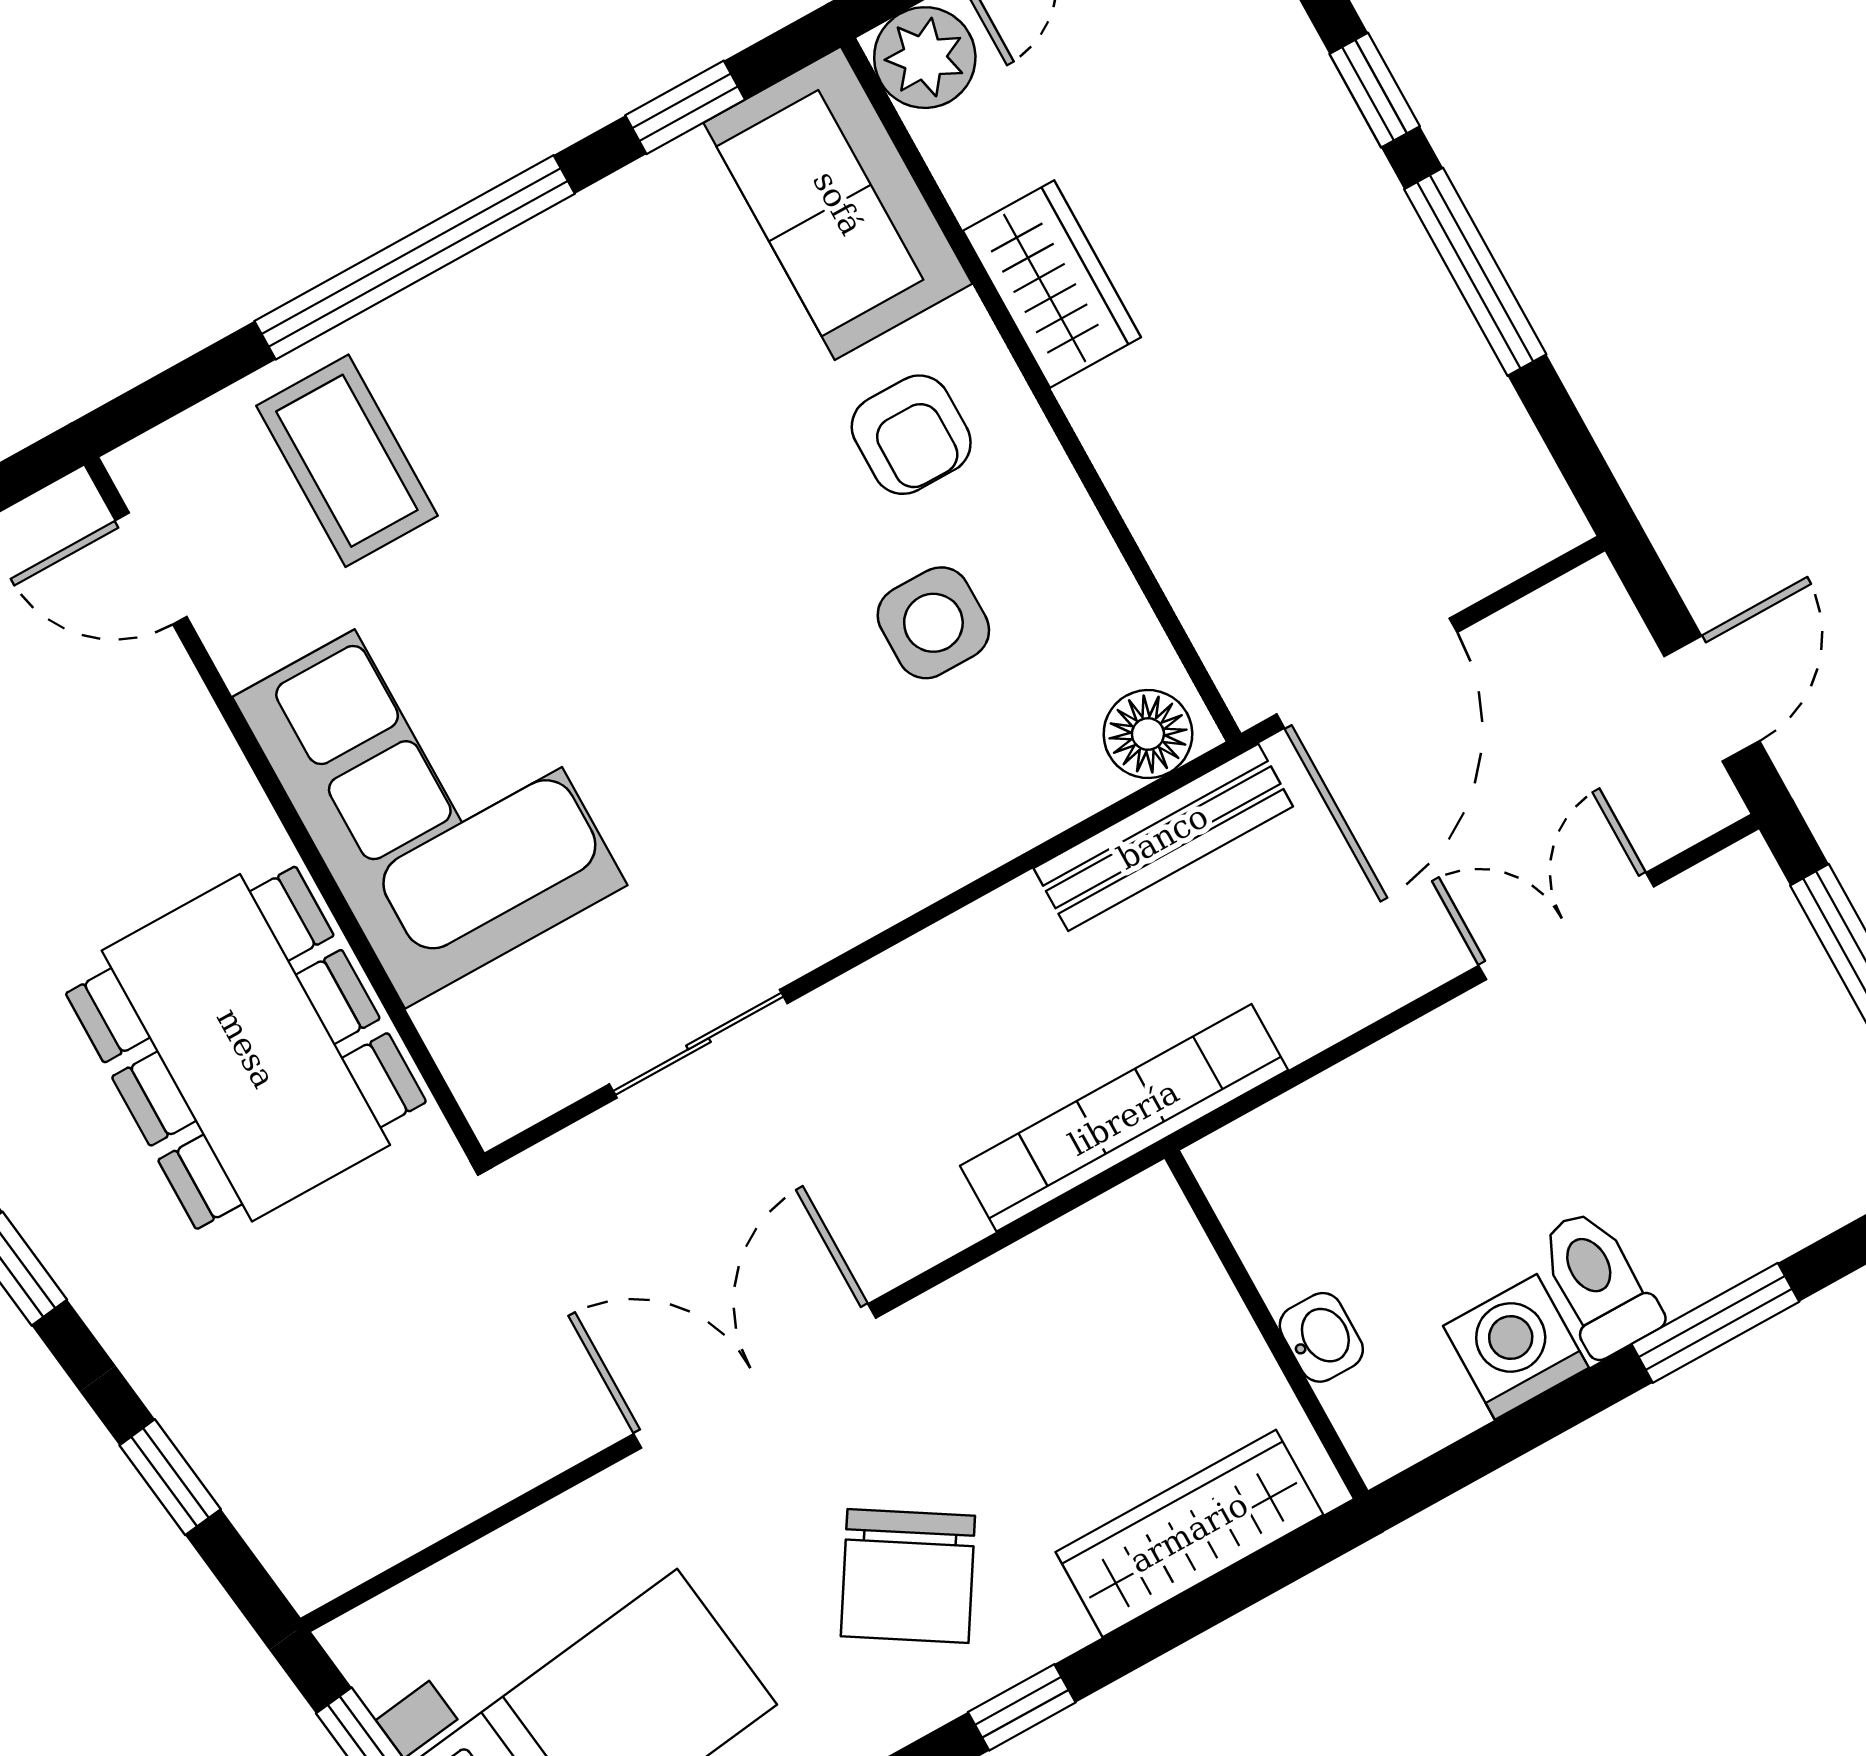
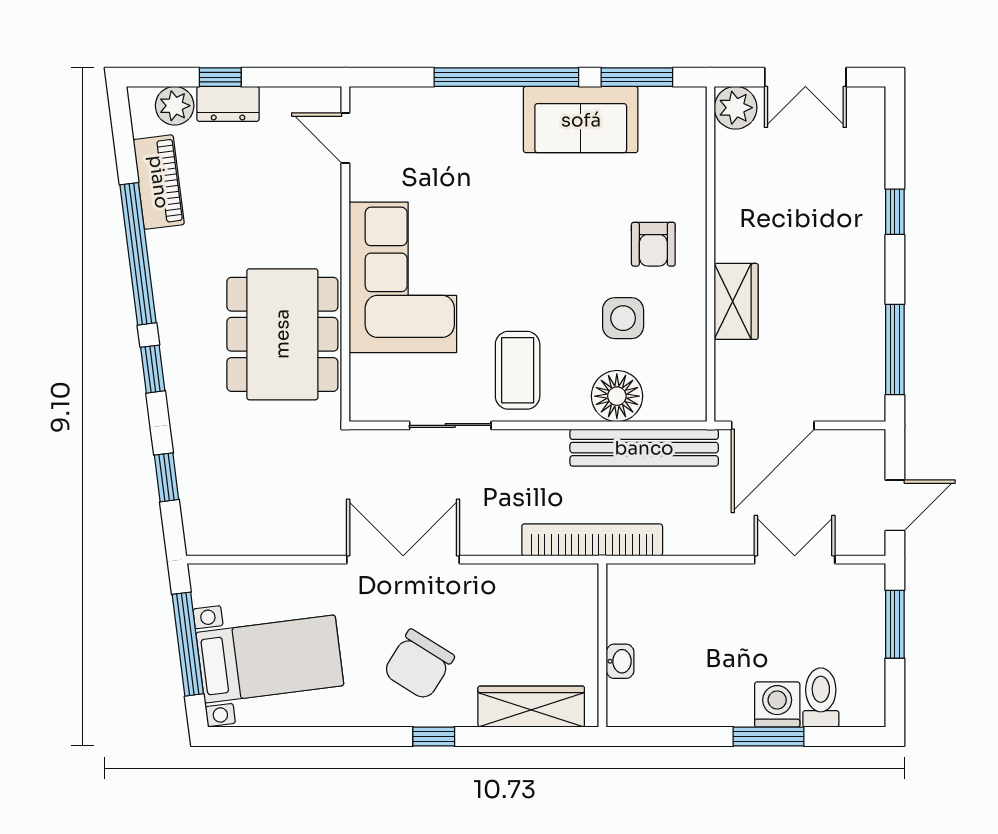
window: (685, 107) -> (637, 77), width x1.50
sofa: (838, 203) -> (581, 120), moved, turned -90
window: (1475, 272) -> (895, 350), moved
wardrobe: (1052, 284) -> (736, 301), moved
coffee table: (347, 461) -> (518, 370), moved
floor lamp: (1148, 734) -> (617, 396), moved, width x1.38, depth x1.38
bench: (1163, 837) -> (644, 448), width x1.37, depth x1.21
toilet: (1598, 1282) -> (821, 698), moved
washing machine: (1516, 1347) -> (777, 705), moved

